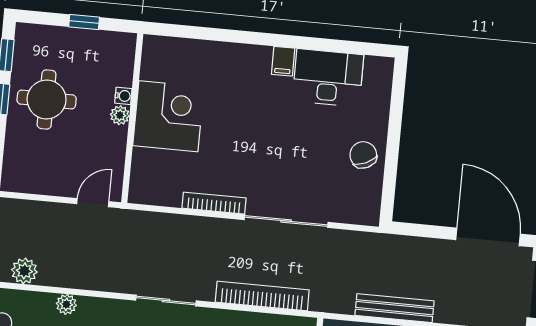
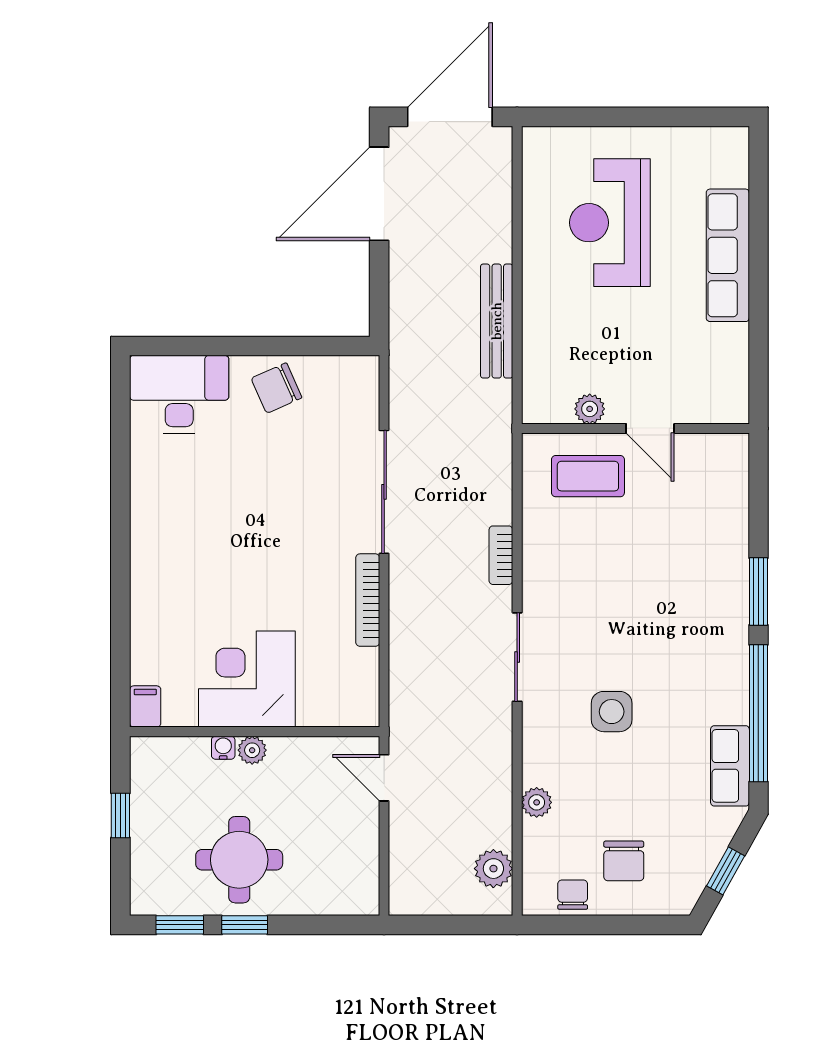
filing cabinet: (283, 61) -> (145, 706), moved, turned -90
desk: (328, 78) -> (179, 394), moved, turned 90
bookcase: (262, 296) -> (501, 555), width x0.43, depth x0.76

